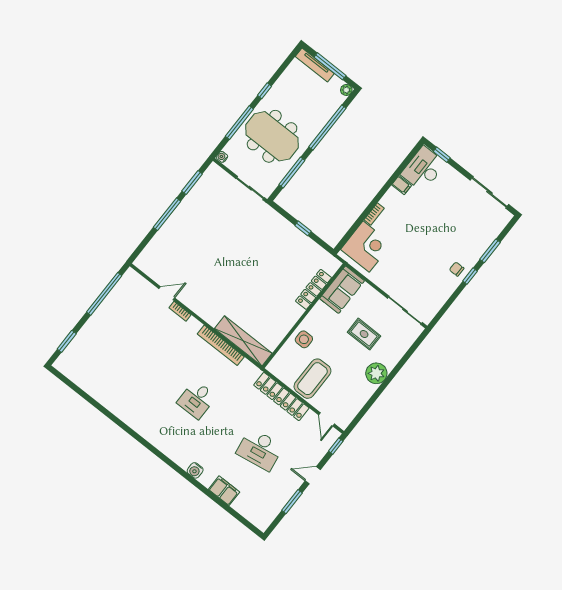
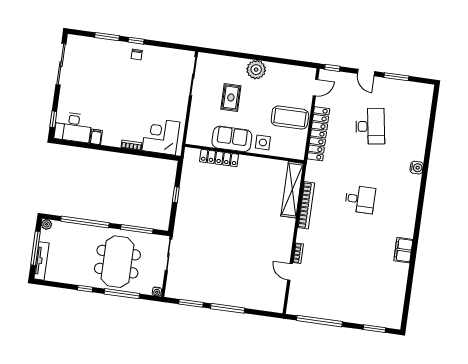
sofa: (342, 290) -> (232, 139), moved
filing cabinet: (224, 491) -> (403, 250), moved

